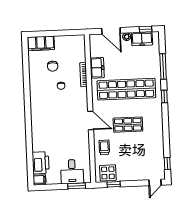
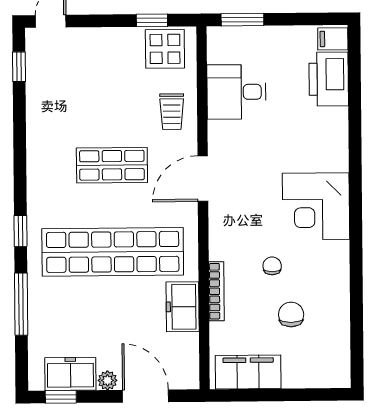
filing cabinet: (41, 43) -> (248, 372), moved
corner desk: (44, 111) -> (316, 206), added
door: (91, 120) -> (203, 179), hinge flipped
desk: (72, 172) -> (236, 92), moved, turned -90

